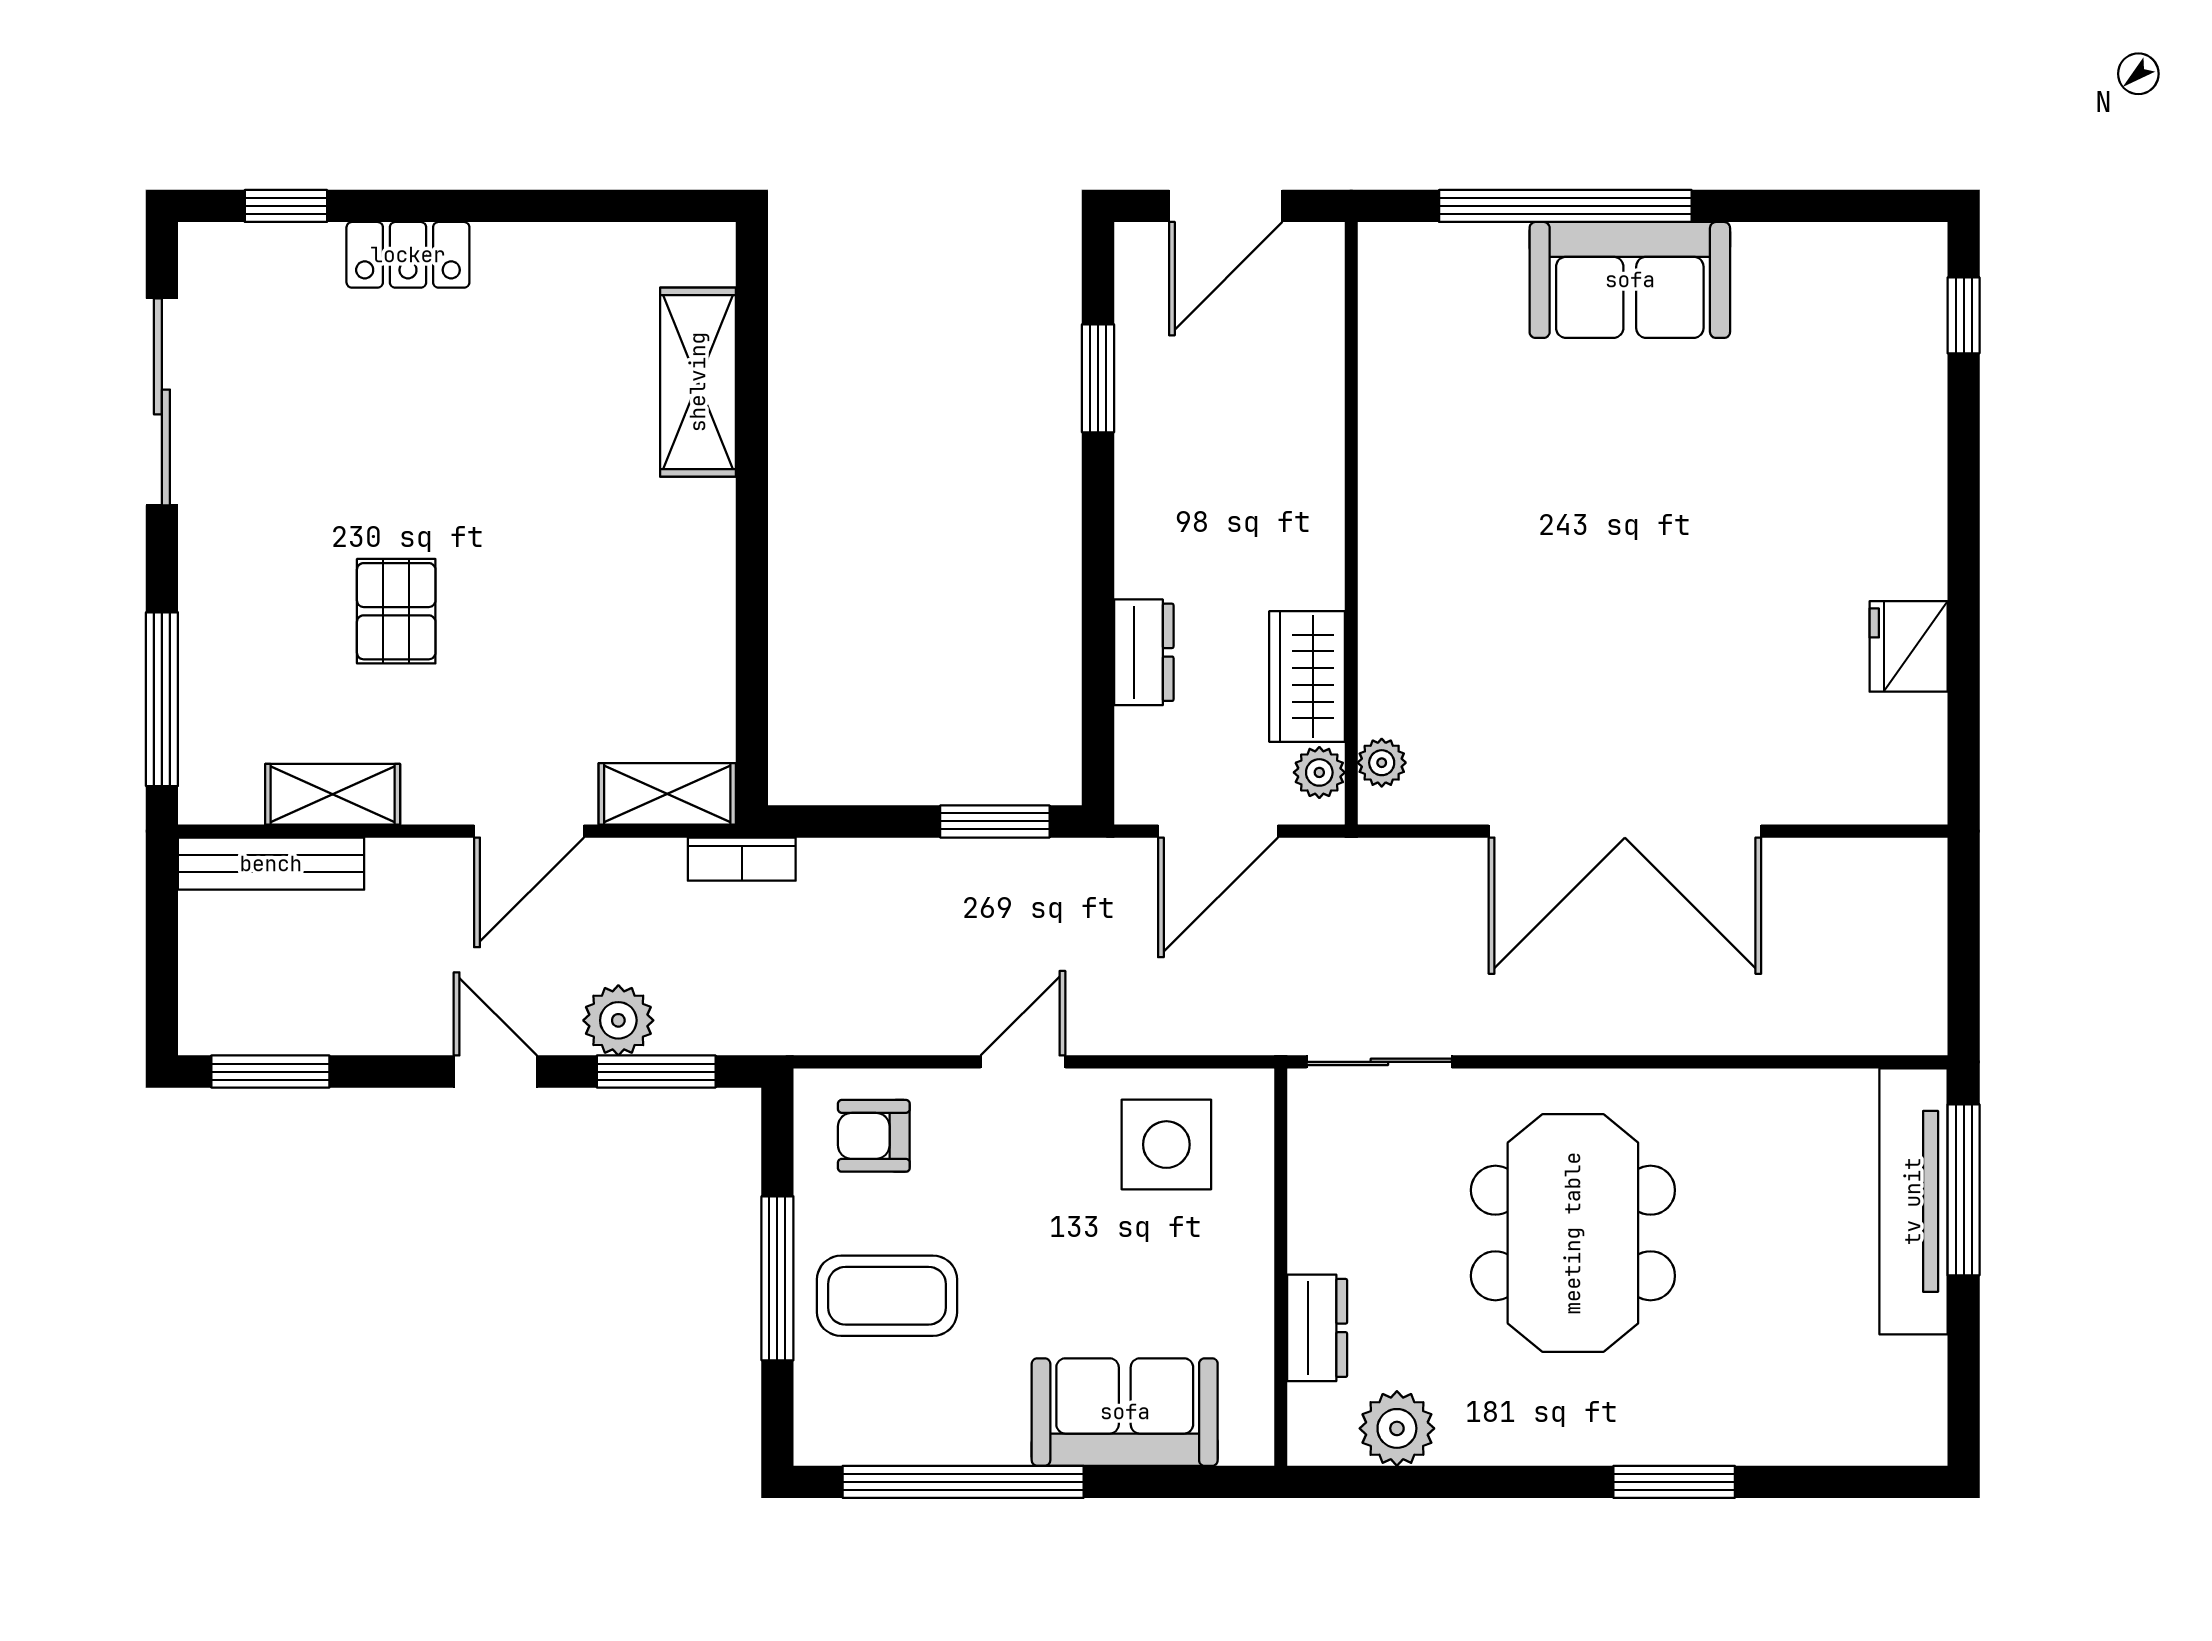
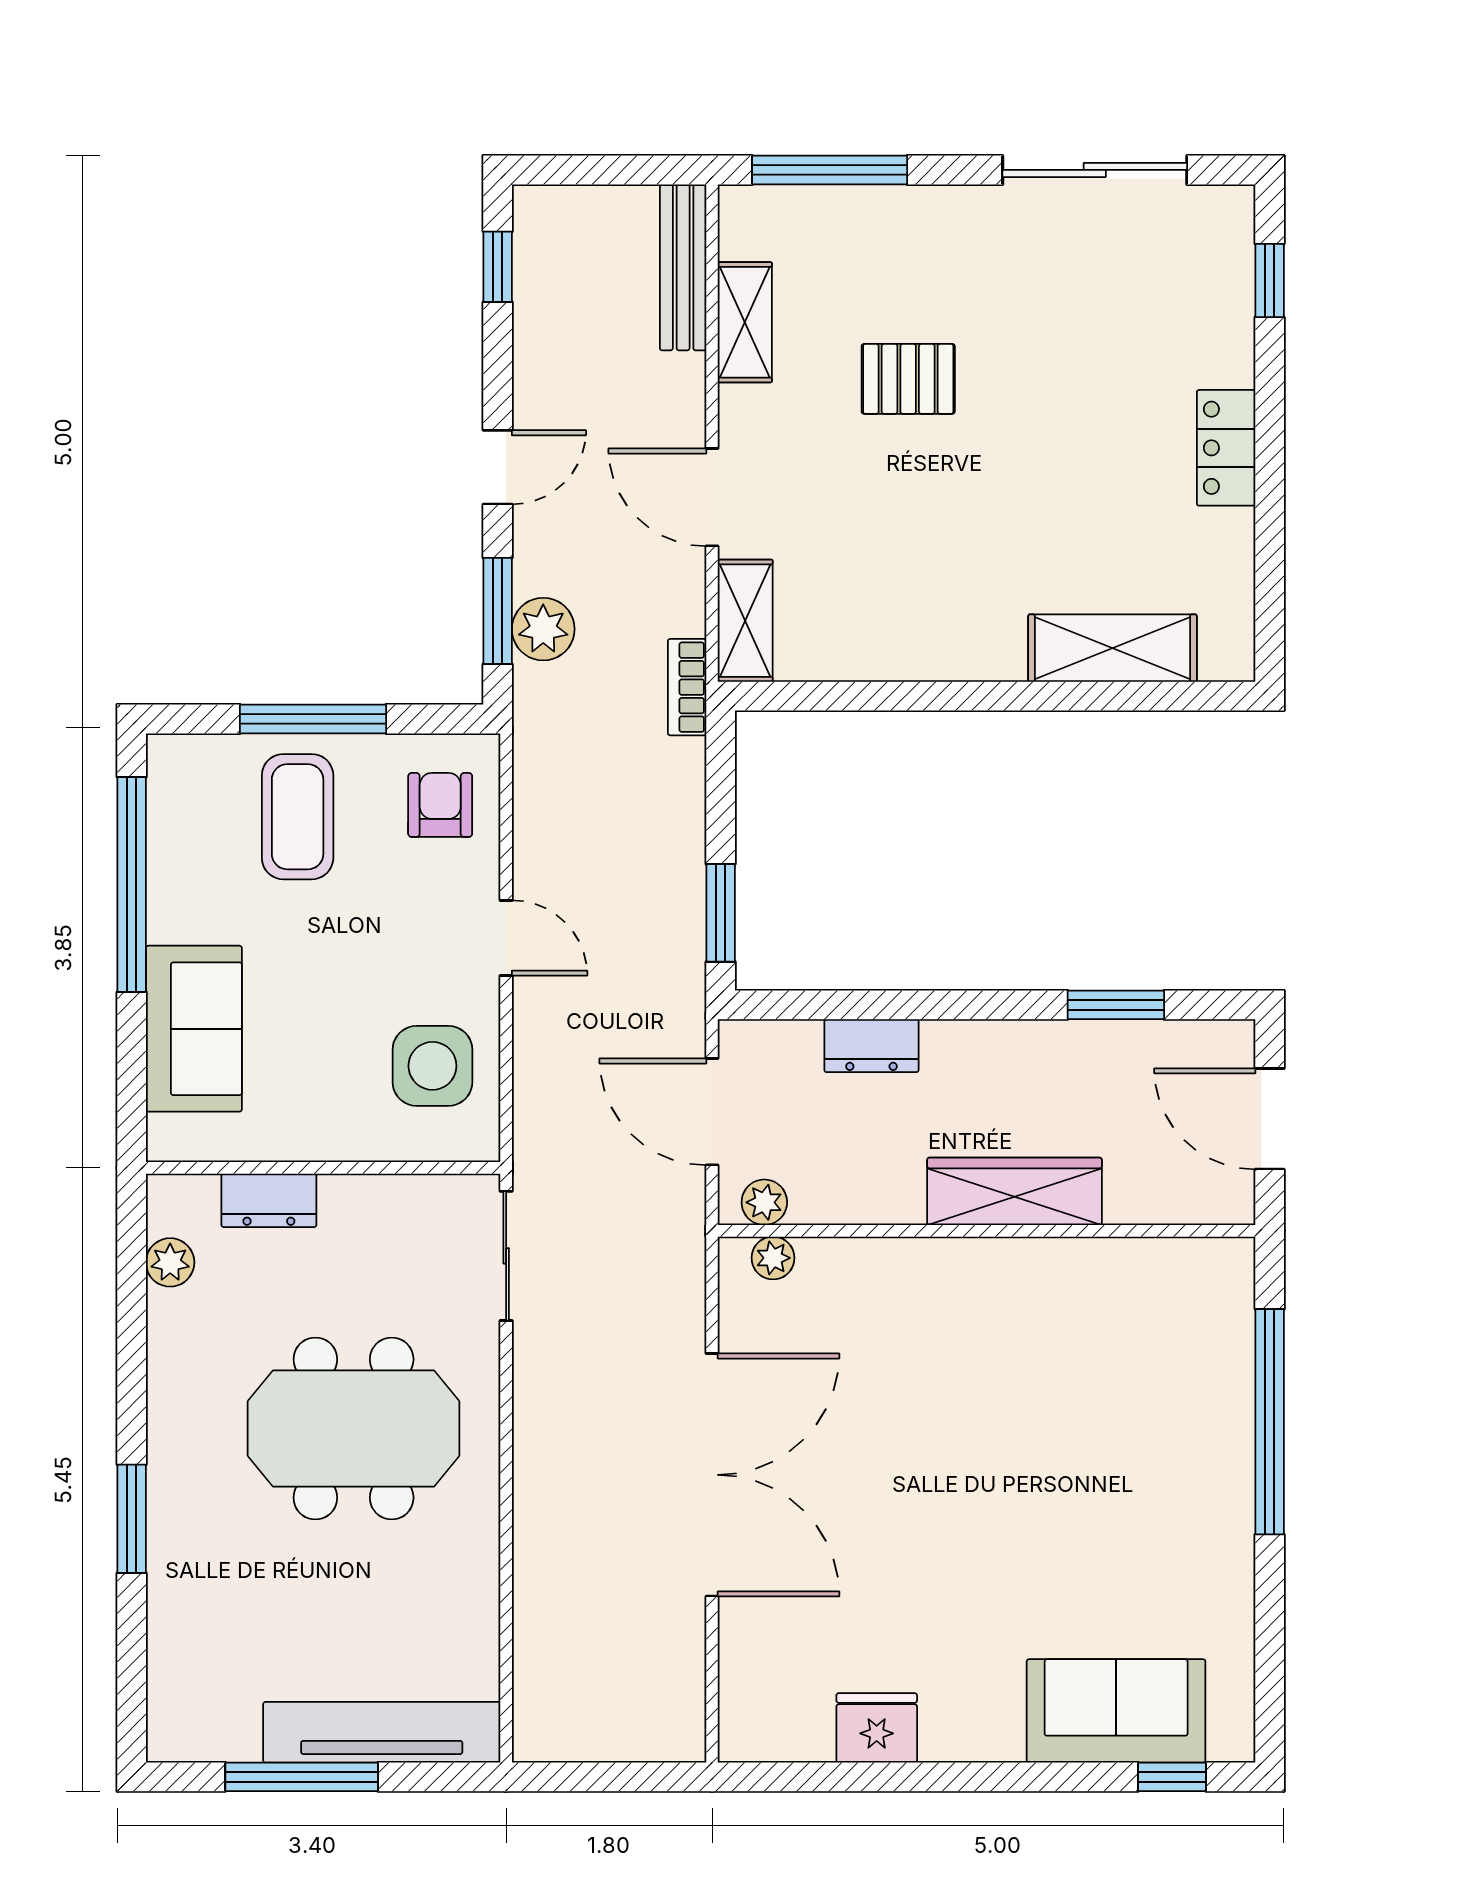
locker: (408, 255) -> (1226, 448), moved
sofa: (1630, 280) -> (1116, 1711), moved, turned 90
wardrobe: (1307, 677) -> (1014, 1191), moved, width x1.50
double door: (1625, 831) -> (712, 1475), swing flipped
plant: (618, 1020) -> (543, 629), moved
window: (270, 1072) -> (498, 267), width x0.67
window: (1964, 1190) -> (302, 1777), moved
plant: (1397, 1428) -> (170, 1262), width x0.73, depth x0.73

